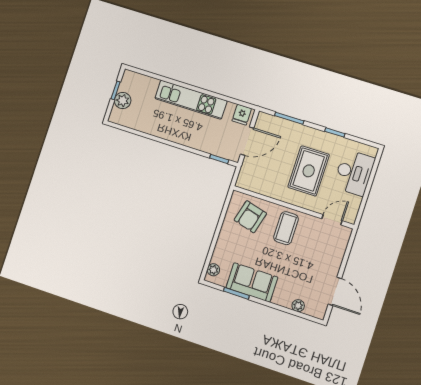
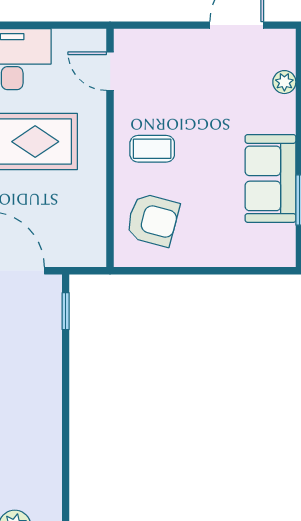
coffee table: (286, 228) -> (152, 149), width x0.73, depth x0.77
plant: (213, 270) -> (271, 256), removed

